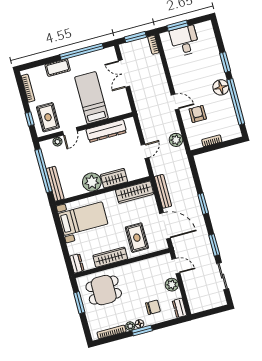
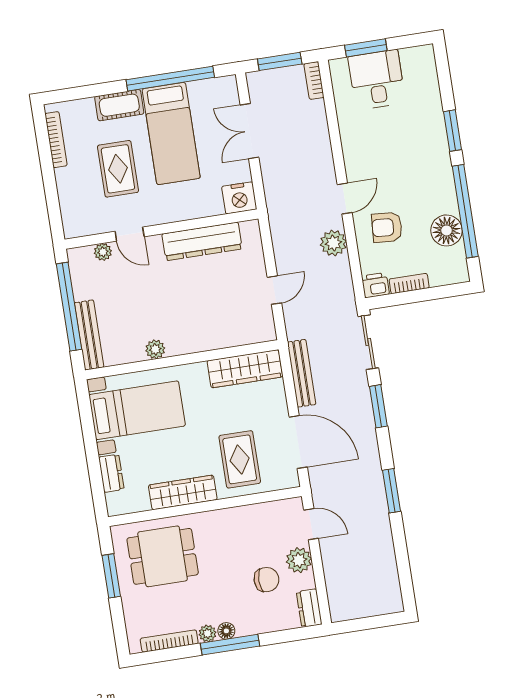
floor lamp: (221, 87) -> (447, 230), moved
bed: (91, 98) -> (171, 134), moved, turned 180
door: (175, 102) -> (345, 199), hinge flipped
nightstand: (122, 107) -> (239, 198), added
armchair: (198, 114) -> (387, 227), turned -86
rug: (48, 117) -> (118, 169), moved
window: (30, 119) -> (53, 201), removed
door: (70, 131) -> (130, 234), hinge flipped
plant: (176, 140) -> (333, 243), moved
printer: (195, 143) -> (375, 285), added
wardrobe: (114, 178) -> (207, 337), removed
plant: (92, 182) -> (155, 349), width x0.53, depth x0.53
dresser: (77, 263) -> (111, 473), moved
sliding door: (223, 276) -> (368, 342), moved
chair: (153, 307) -> (266, 580), moved
window: (142, 330) -> (230, 645), width x1.44

